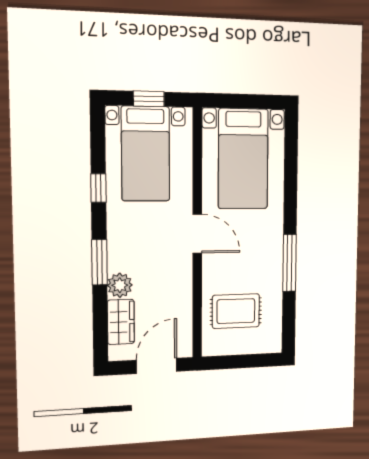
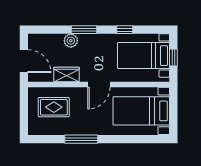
rug: (236, 311) -> (54, 107), turned 90
wardrobe: (121, 322) -> (67, 74), moved, turned 180

